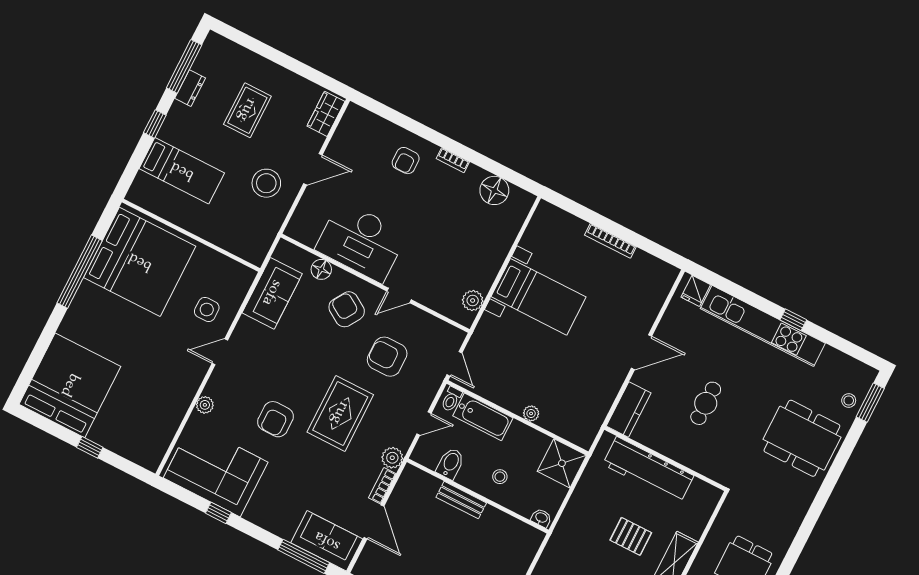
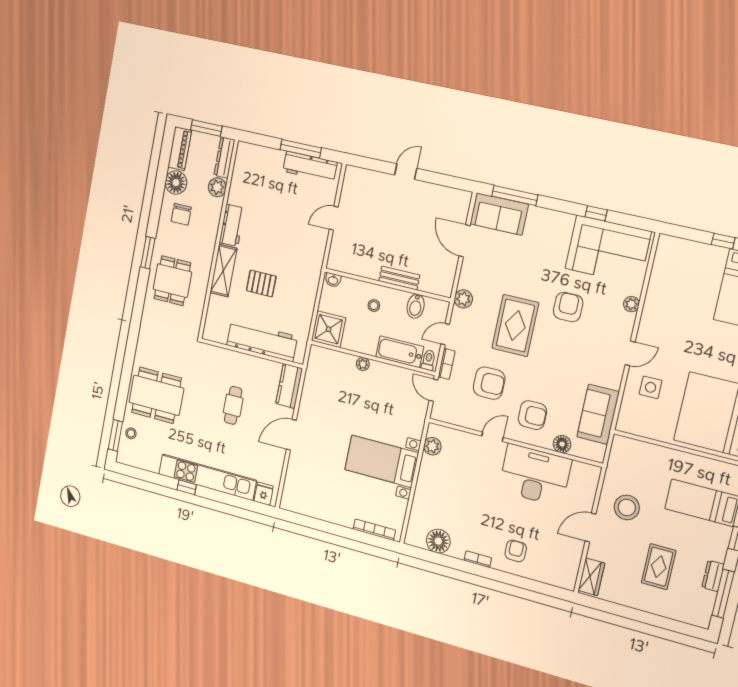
bookcase: (610, 241) -> (374, 530), moved
armchair: (347, 309) -> (532, 415), turned -32
bookcase: (382, 486) -> (447, 364), moved

